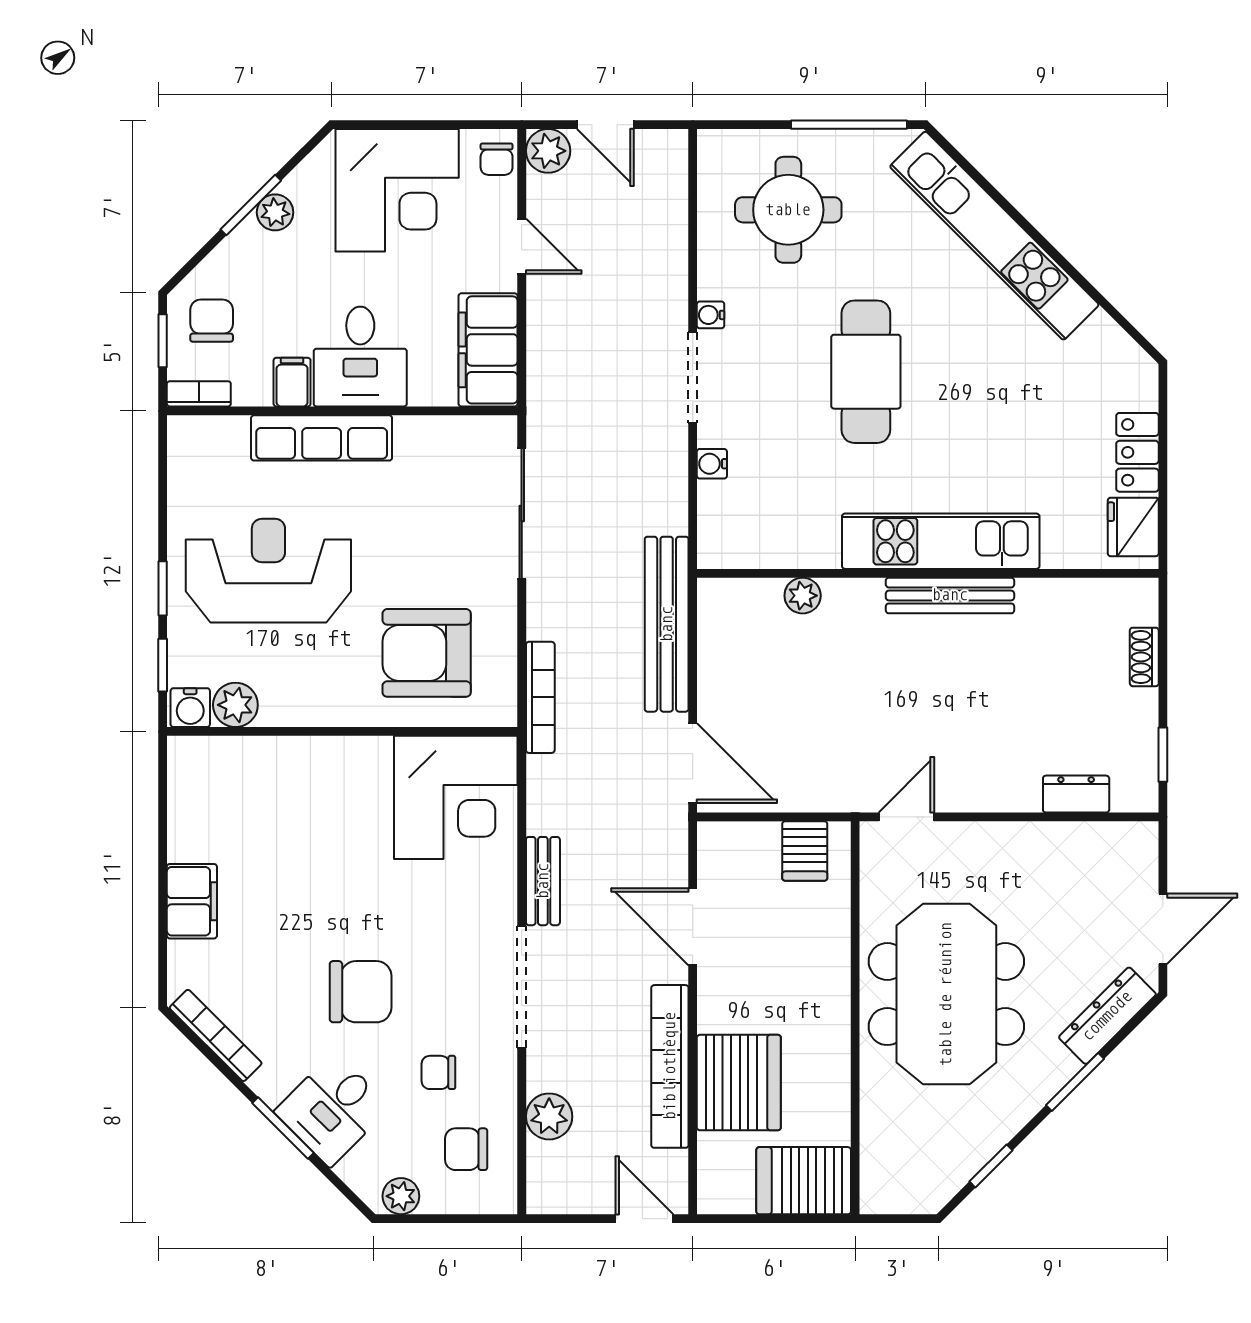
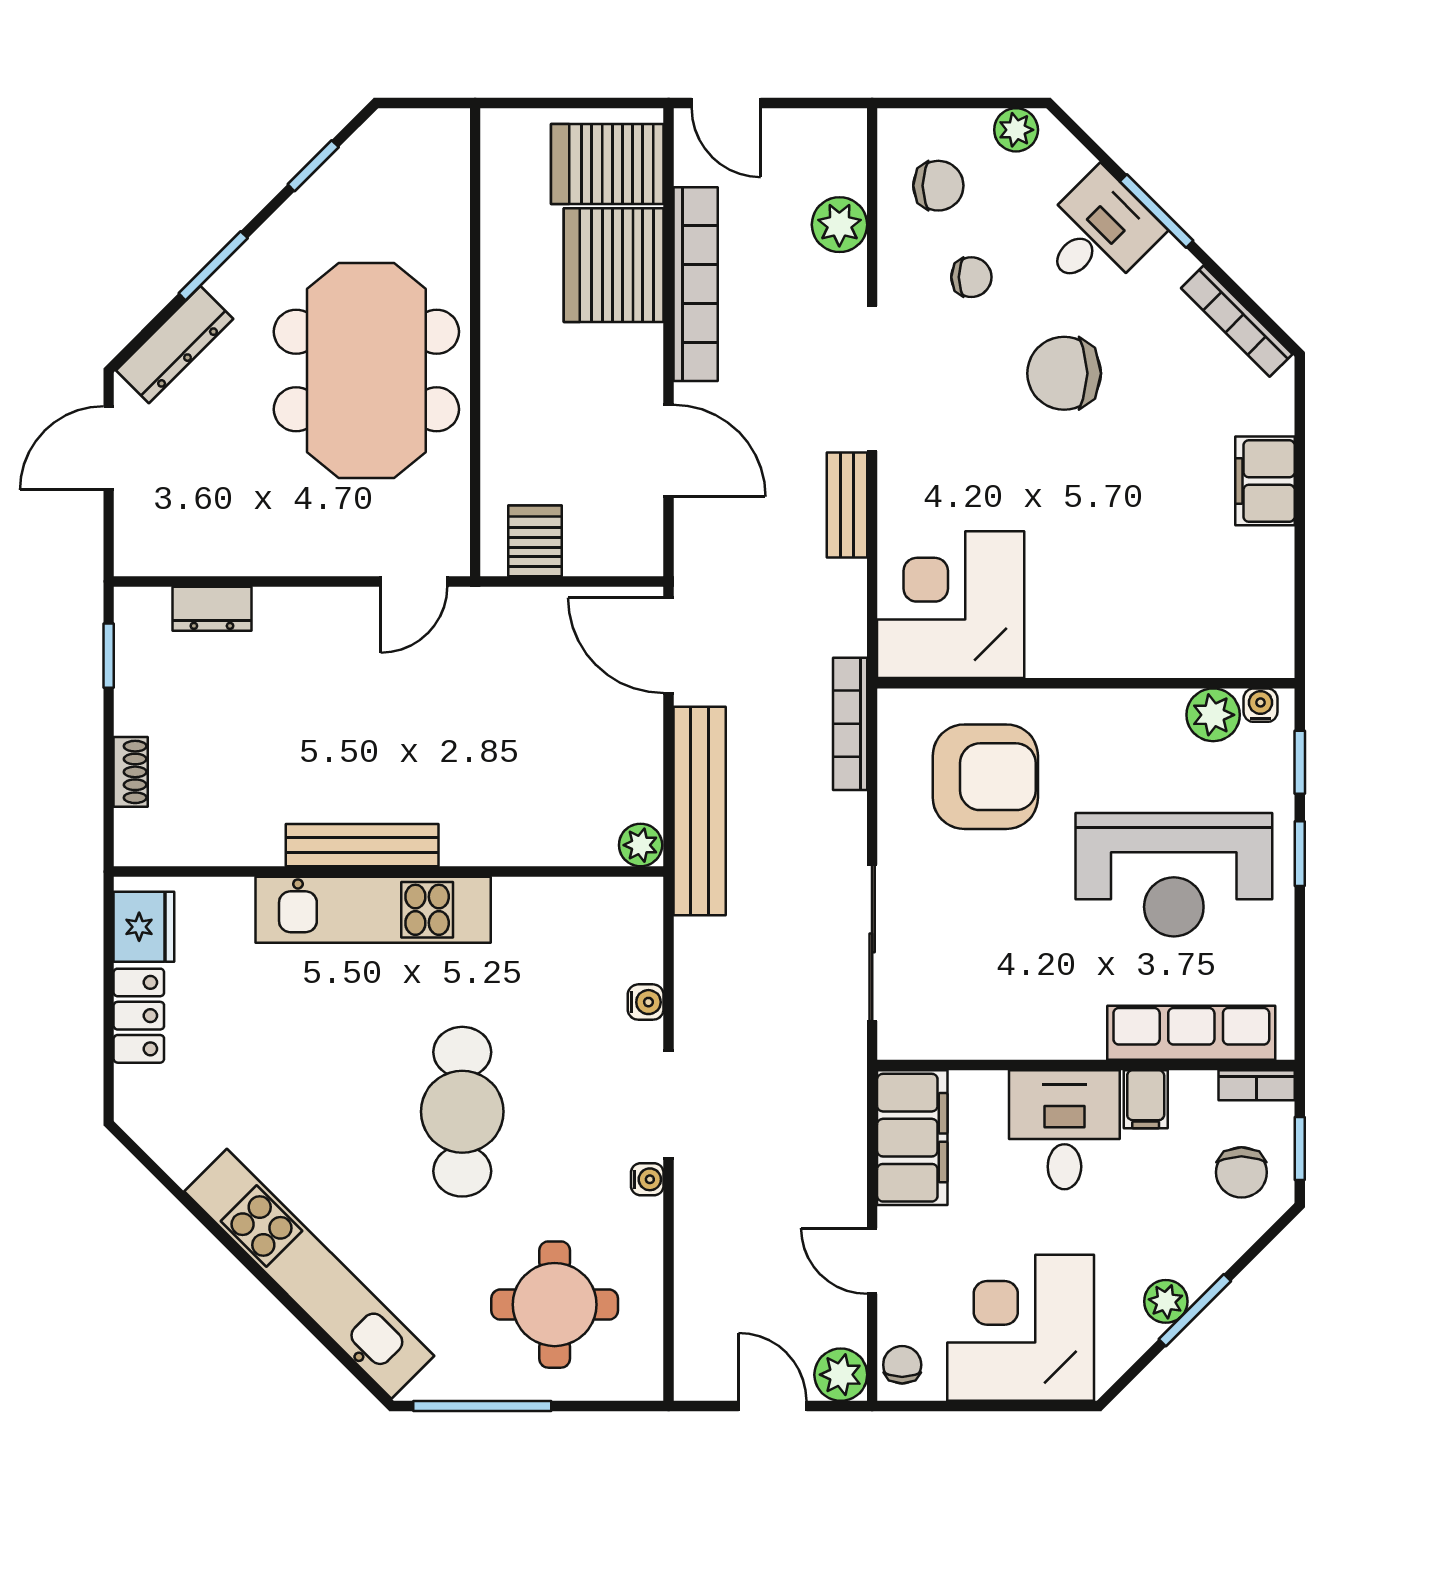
row of seats: (322, 438) -> (1191, 1033), moved
plant: (803, 596) -> (641, 845), moved
water cooler: (190, 708) -> (1261, 705), width x0.72, depth x0.72
server rack: (804, 1181) -> (607, 164), moved, turned 180

